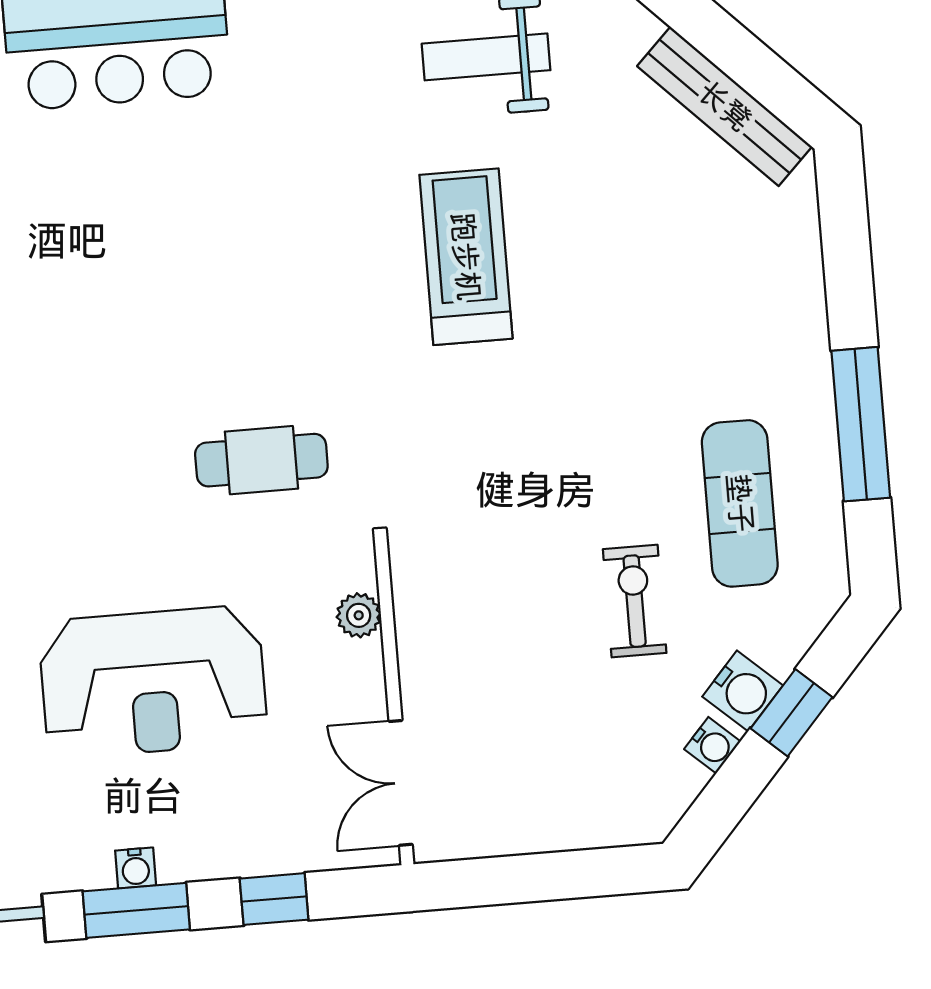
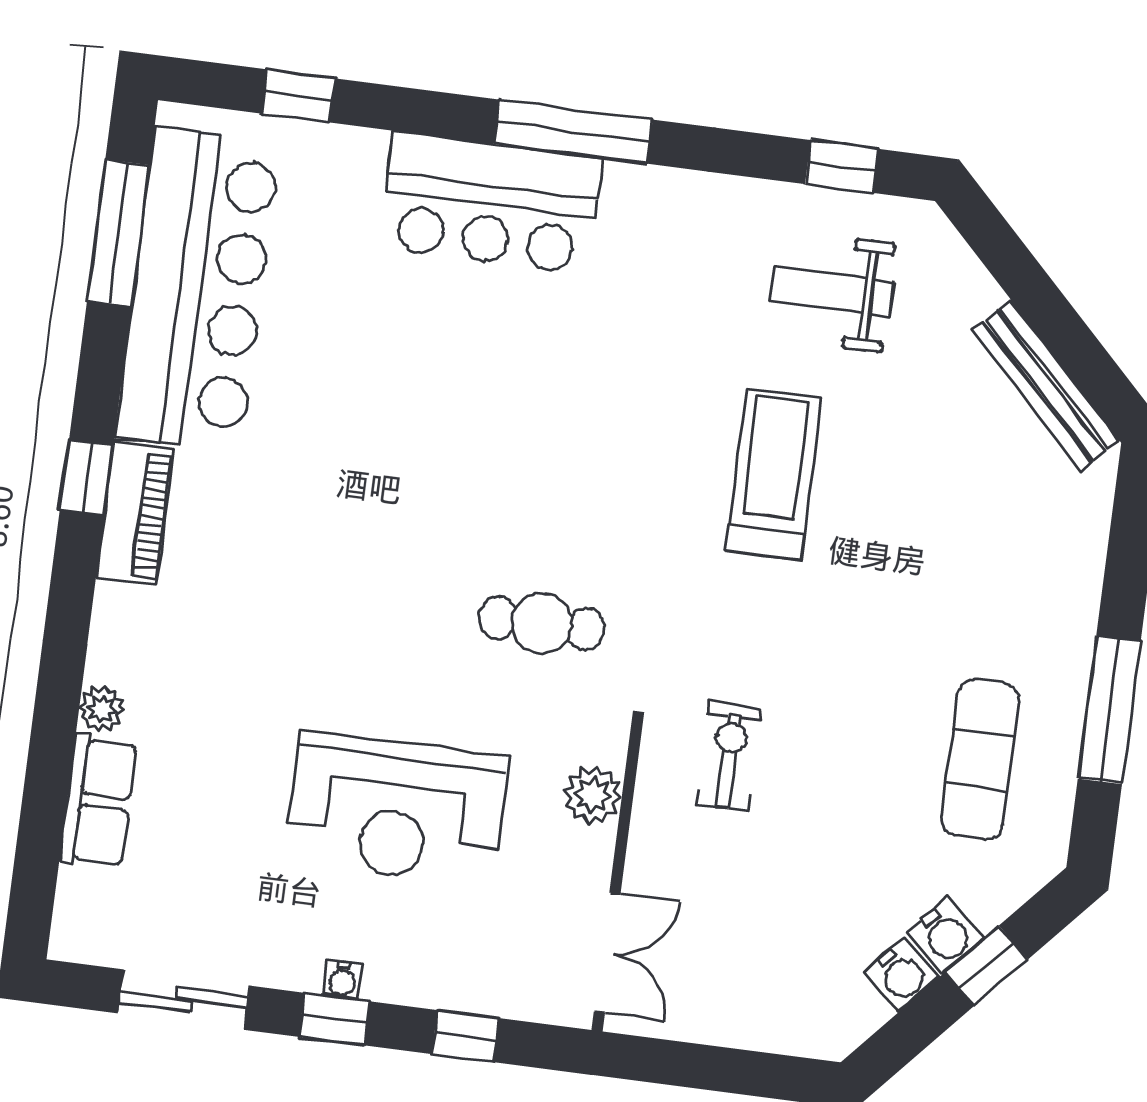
exercise bike: (635, 601) -> (729, 756), moved
plant: (359, 615) -> (593, 795), width x1.38, depth x1.38
water cooler: (712, 745) -> (901, 975), width x1.38, depth x1.38
double door: (401, 783) -> (607, 953), swing flipped
window: (136, 910) -> (335, 1019), width x0.67

